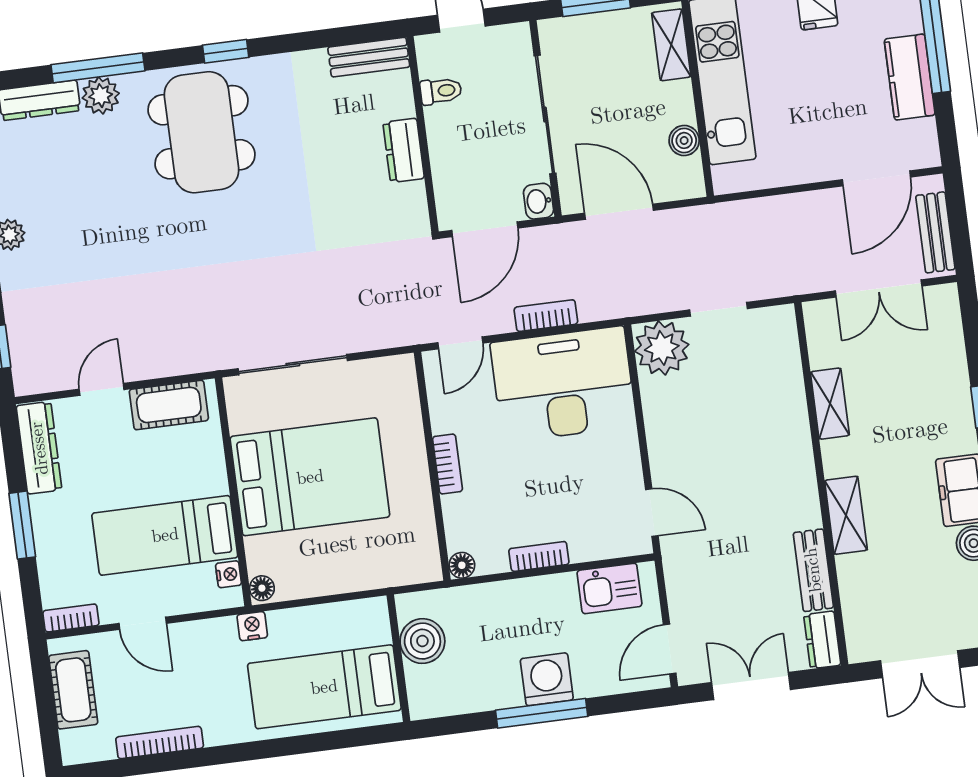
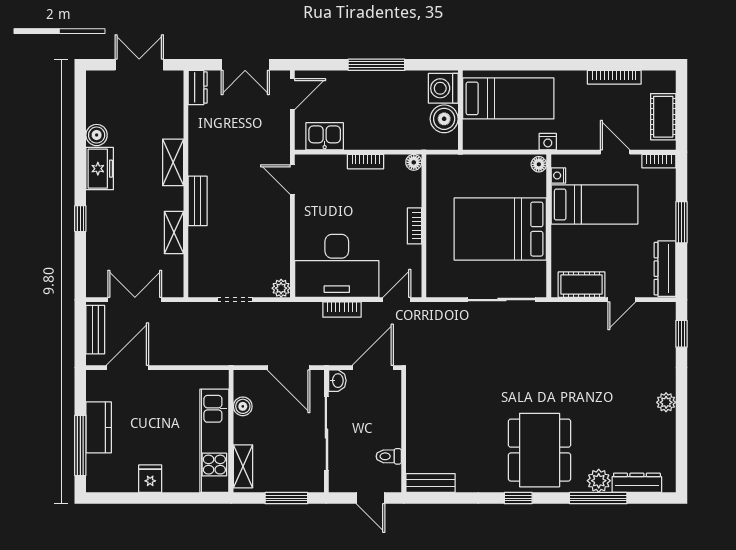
dresser: (404, 150) -> (416, 423), removed
plant: (662, 348) -> (281, 288), width x0.53, depth x0.53
bench: (813, 570) -> (198, 201), moved
washing machine: (547, 679) -> (443, 88), moved, turned 90

